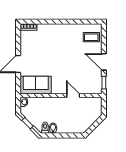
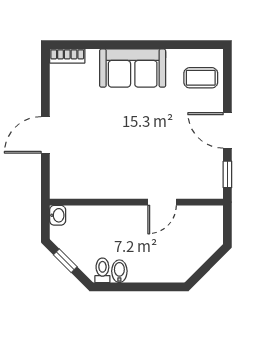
sofa: (36, 85) -> (133, 68), moved, turned 180
door: (73, 96) -> (162, 202), swing flipped

